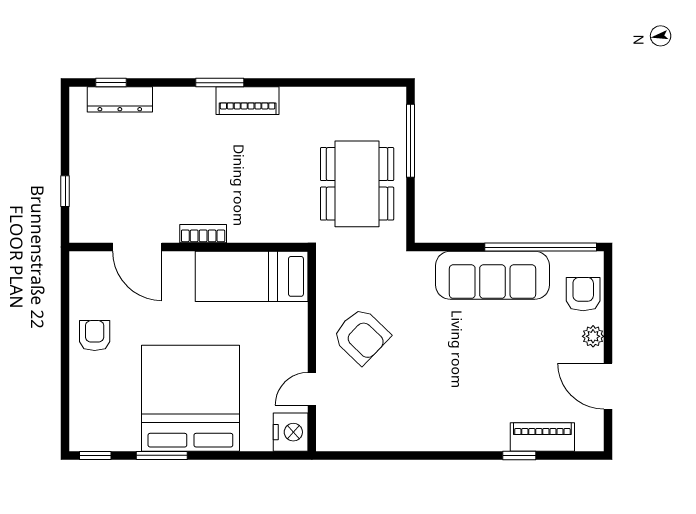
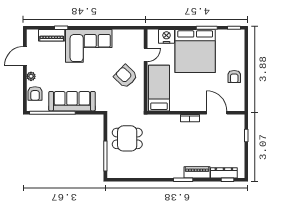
piano: (248, 101) -> (197, 172), moved
dining table: (357, 184) -> (127, 138), width x0.73
bed: (252, 276) -> (159, 88), moved, turned -90
door: (608, 386) -> (25, 56), swing flipped
corner sofa: (452, 411) -> (89, 46), added
nightstand: (291, 432) -> (167, 36), moved, turned 90

